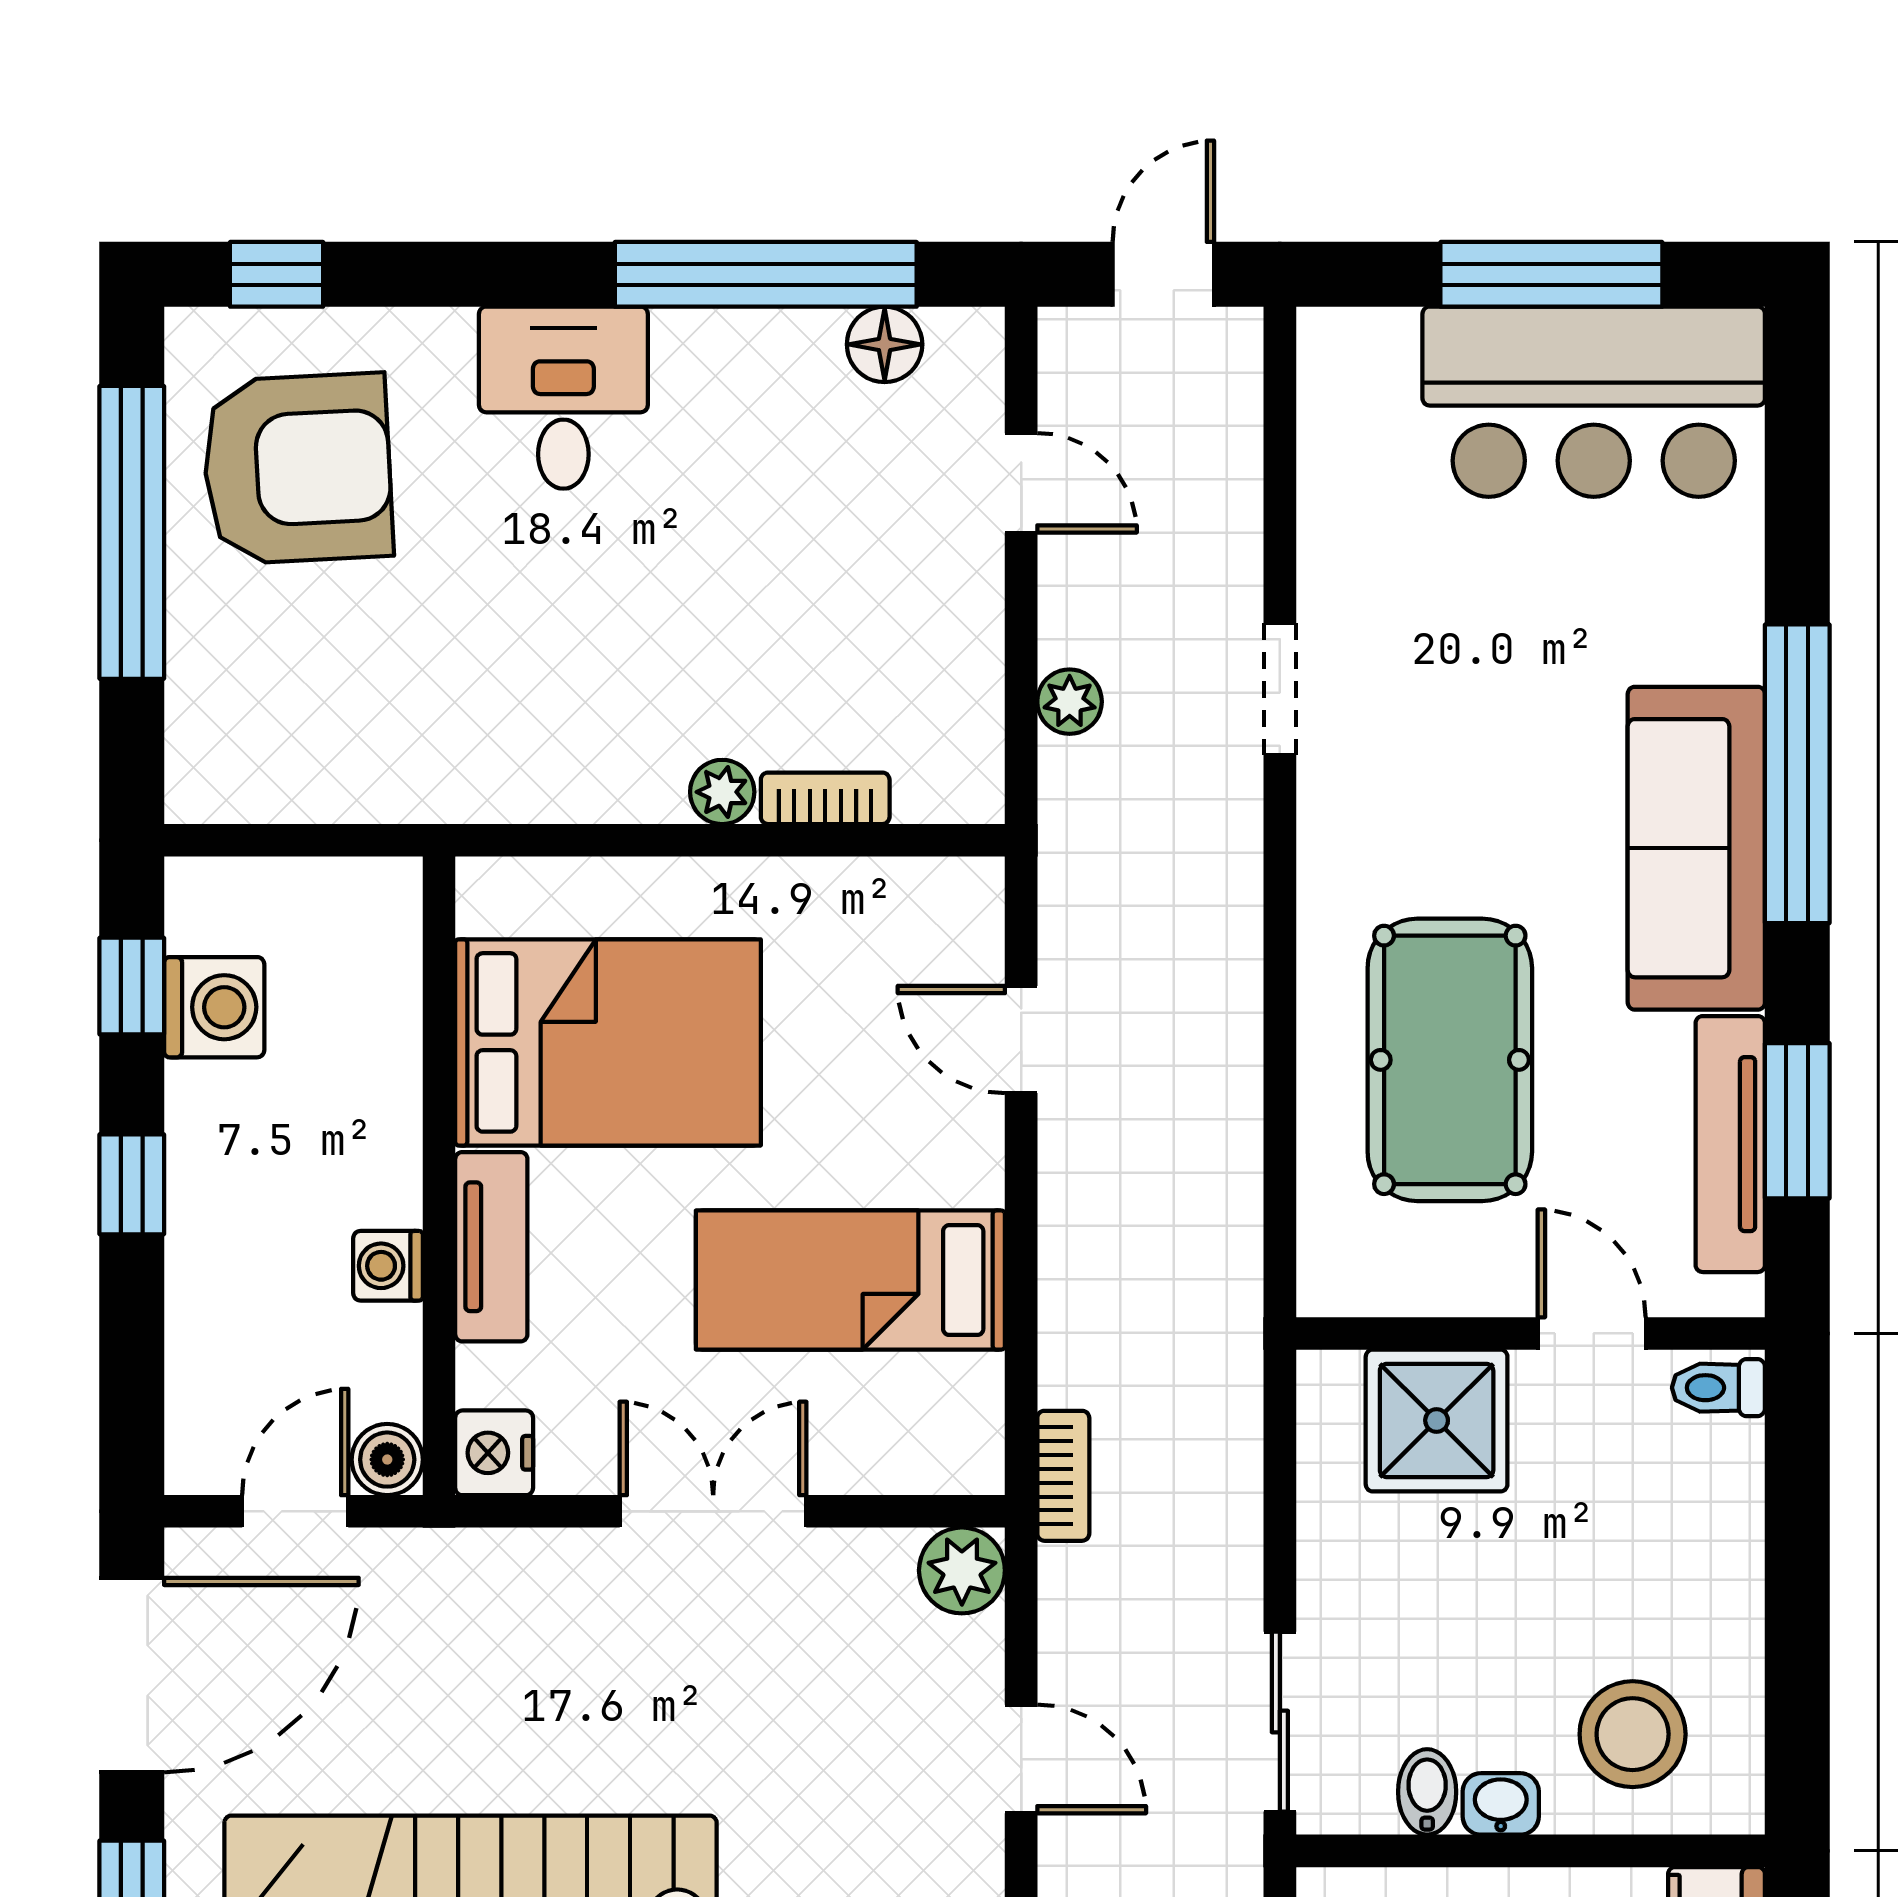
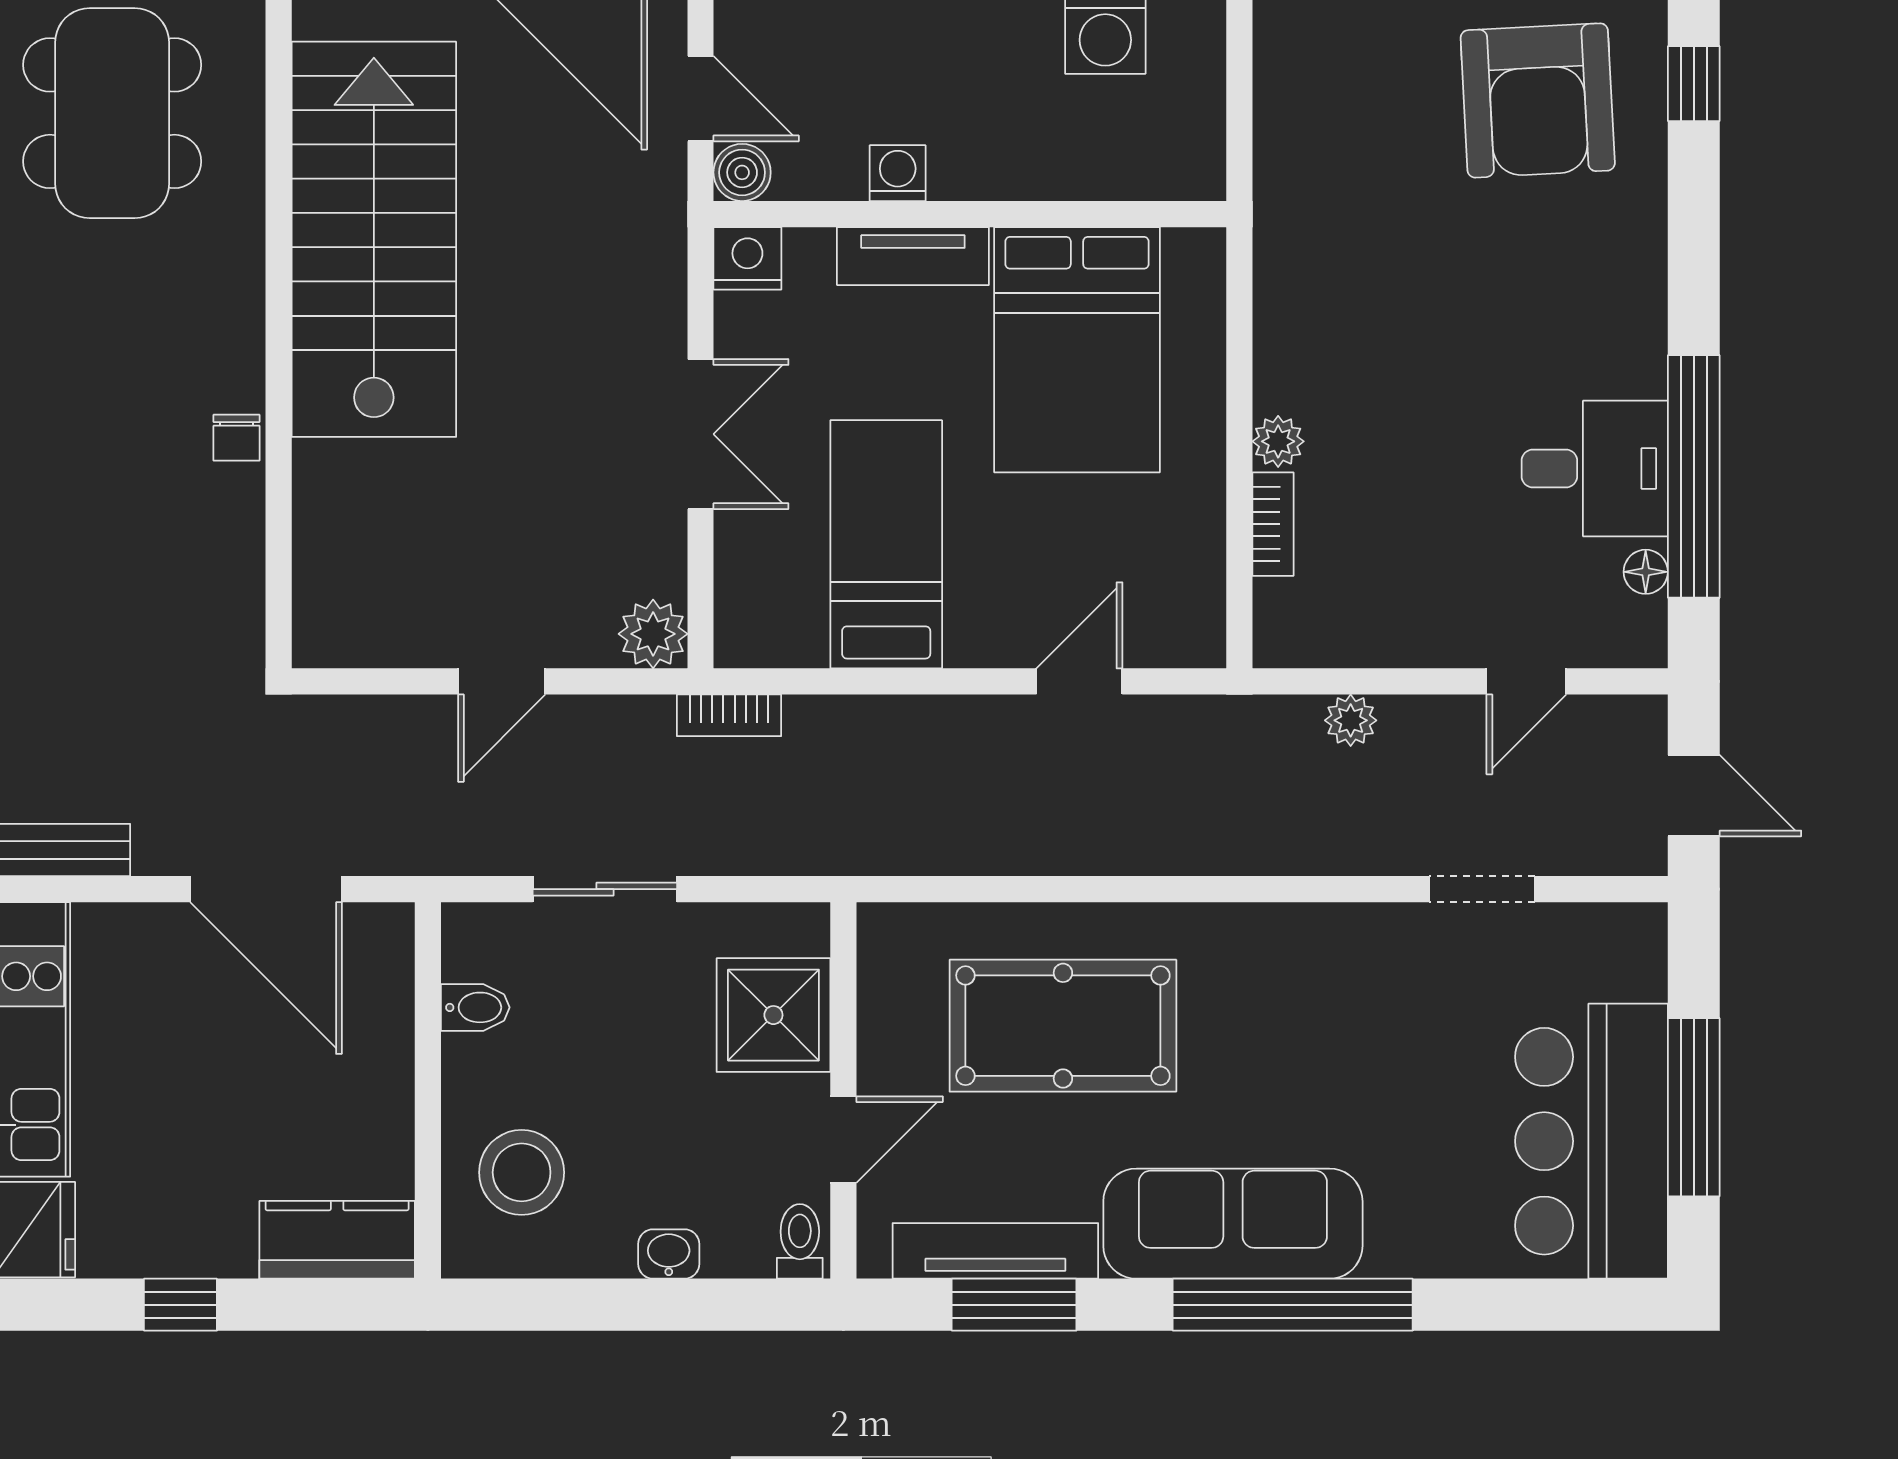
floor lamp: (885, 344) -> (1646, 572), width x0.73, depth x0.73
desk: (563, 398) -> (1595, 469), moved
doorway: (1280, 689) -> (1482, 889), moved
sliding door: (1280, 1722) -> (605, 889), moved
washbasin: (1501, 1804) -> (669, 1254), moved, turned -90

